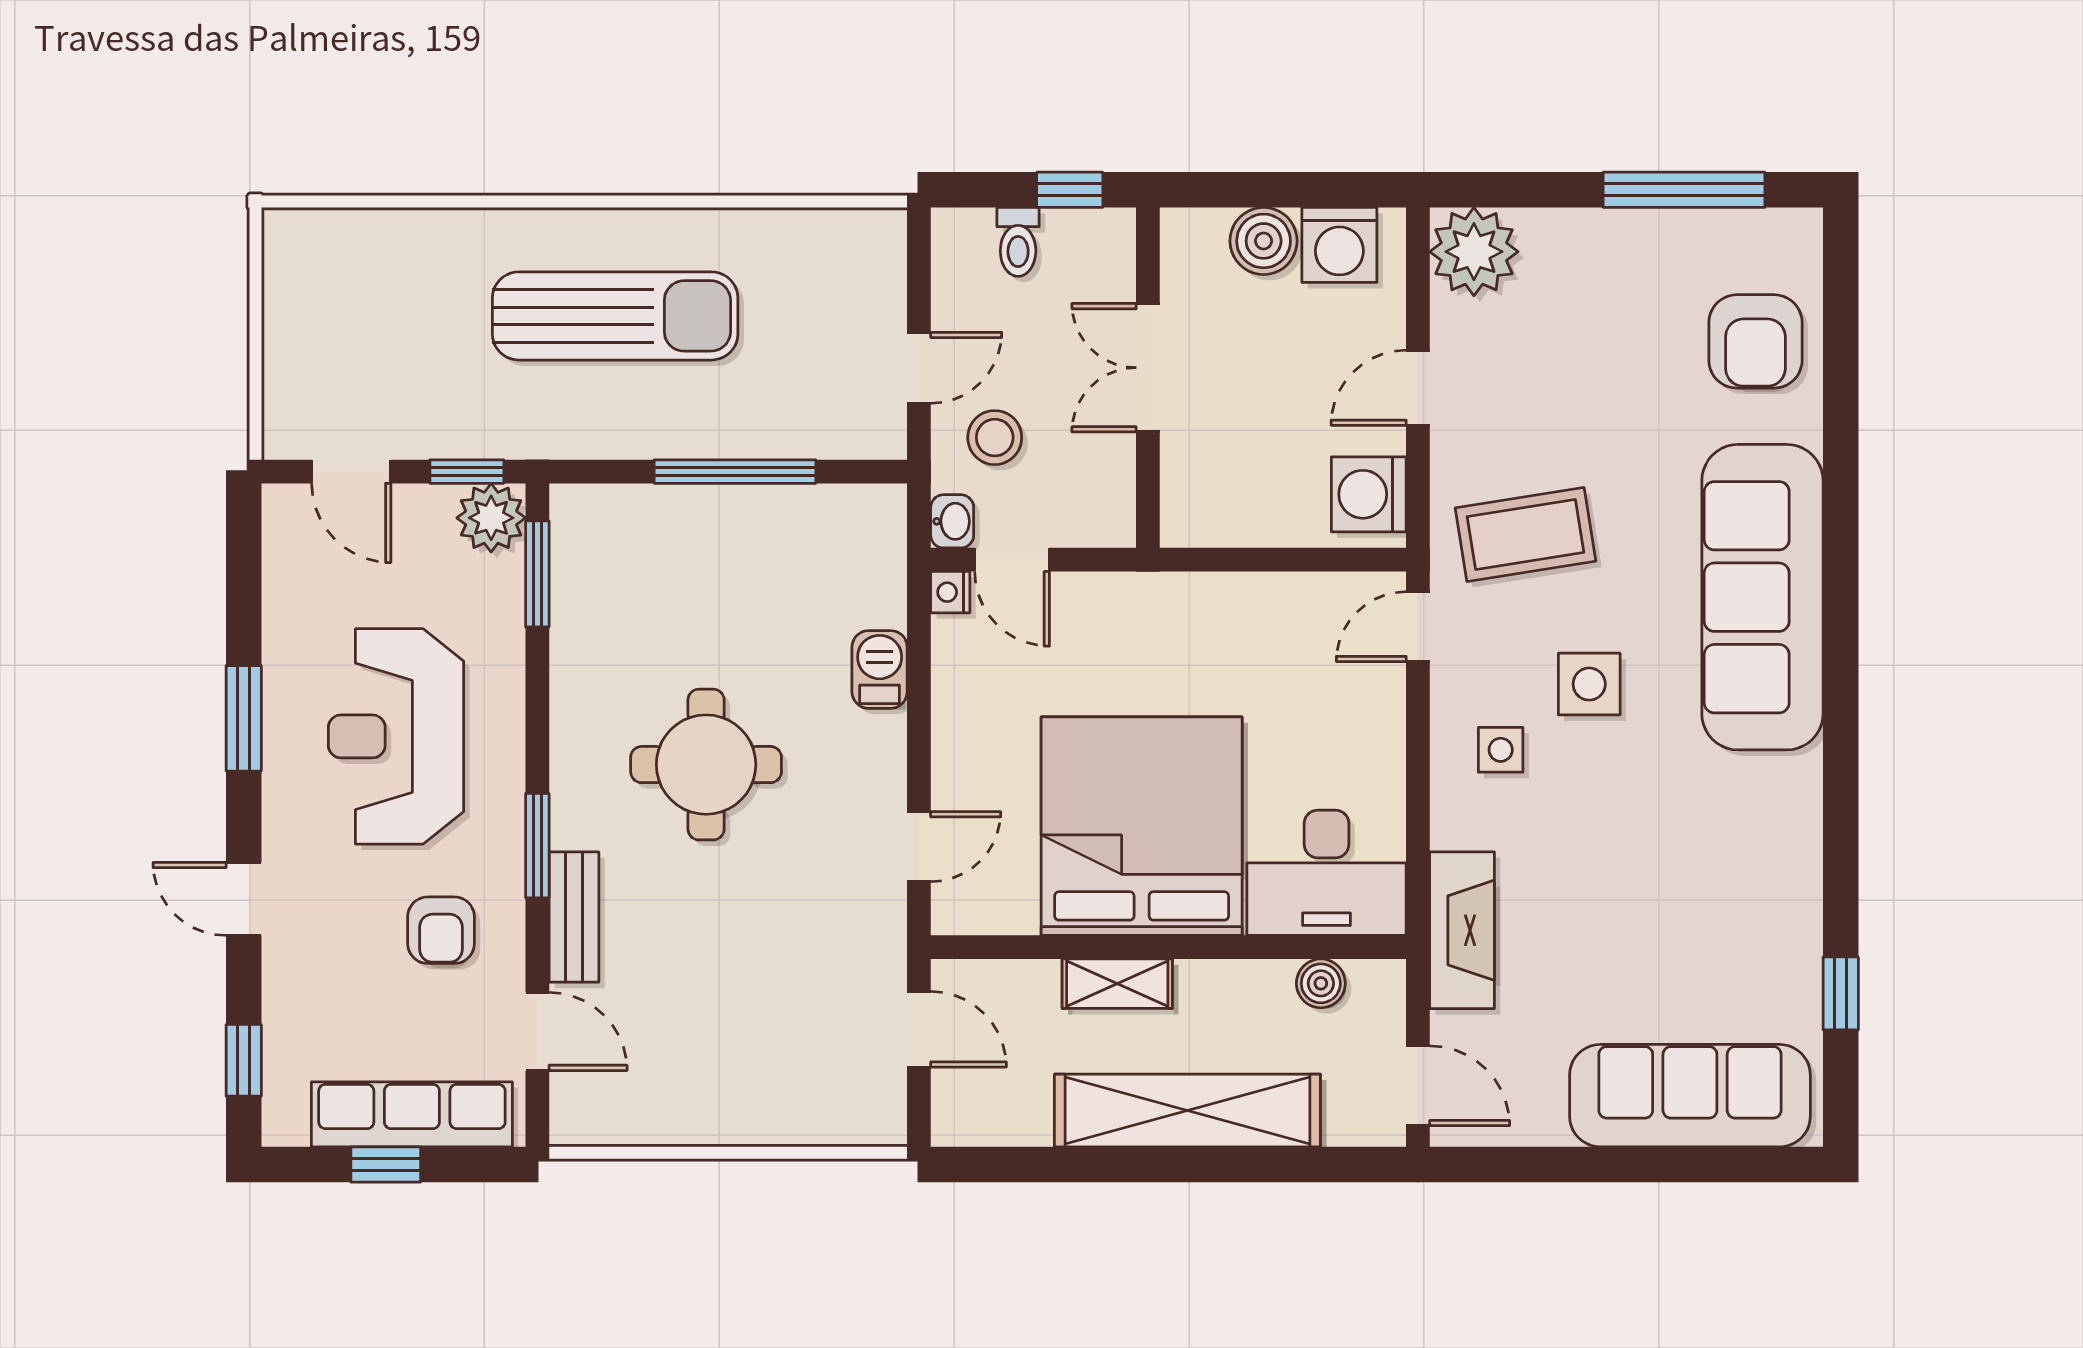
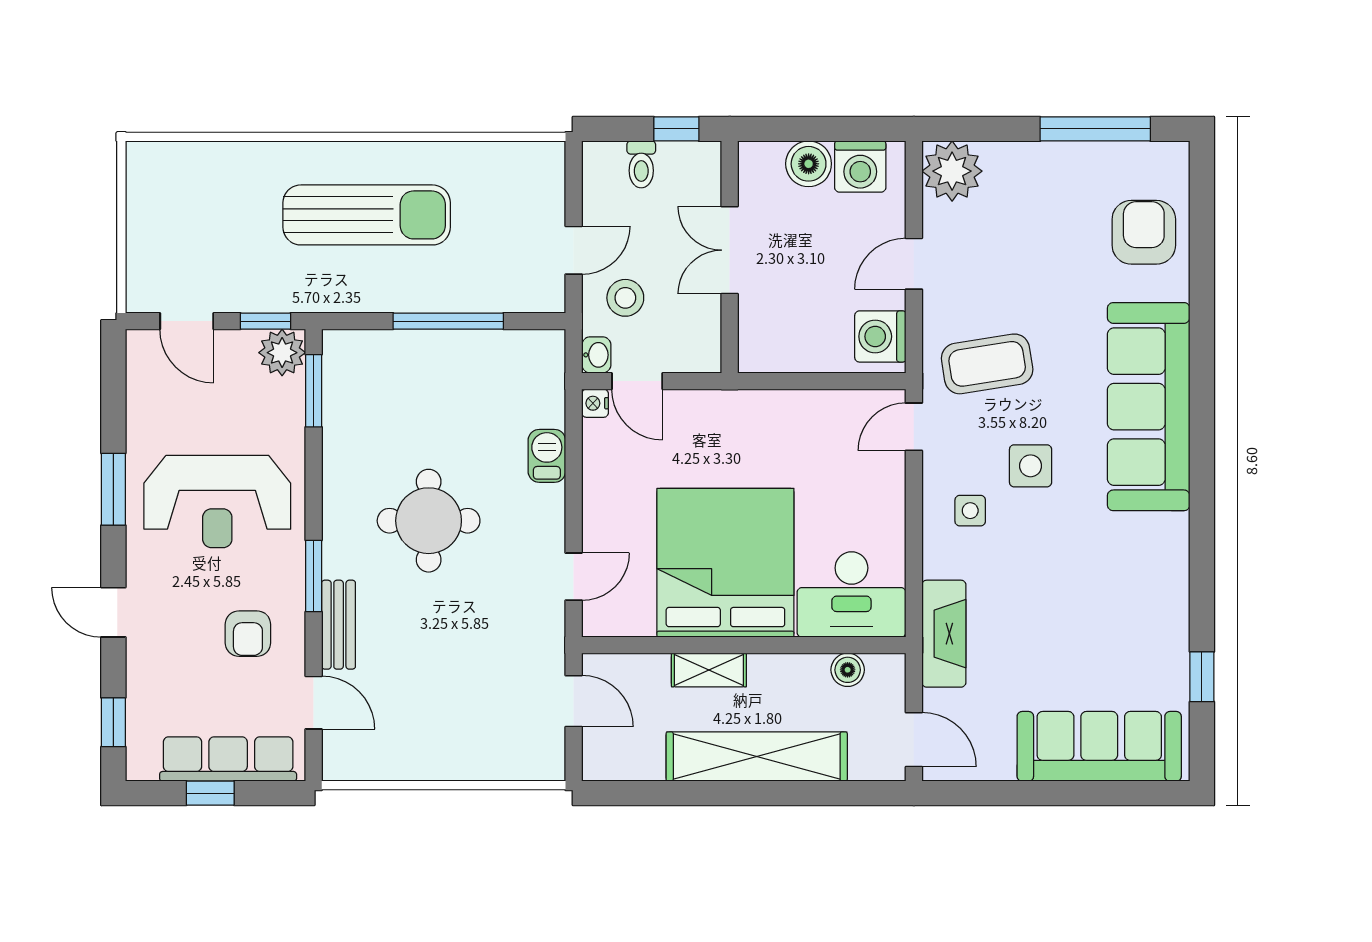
armchair: (1755, 341) -> (1144, 232), turned 180
reception desk: (396, 736) -> (217, 501), turned -90

